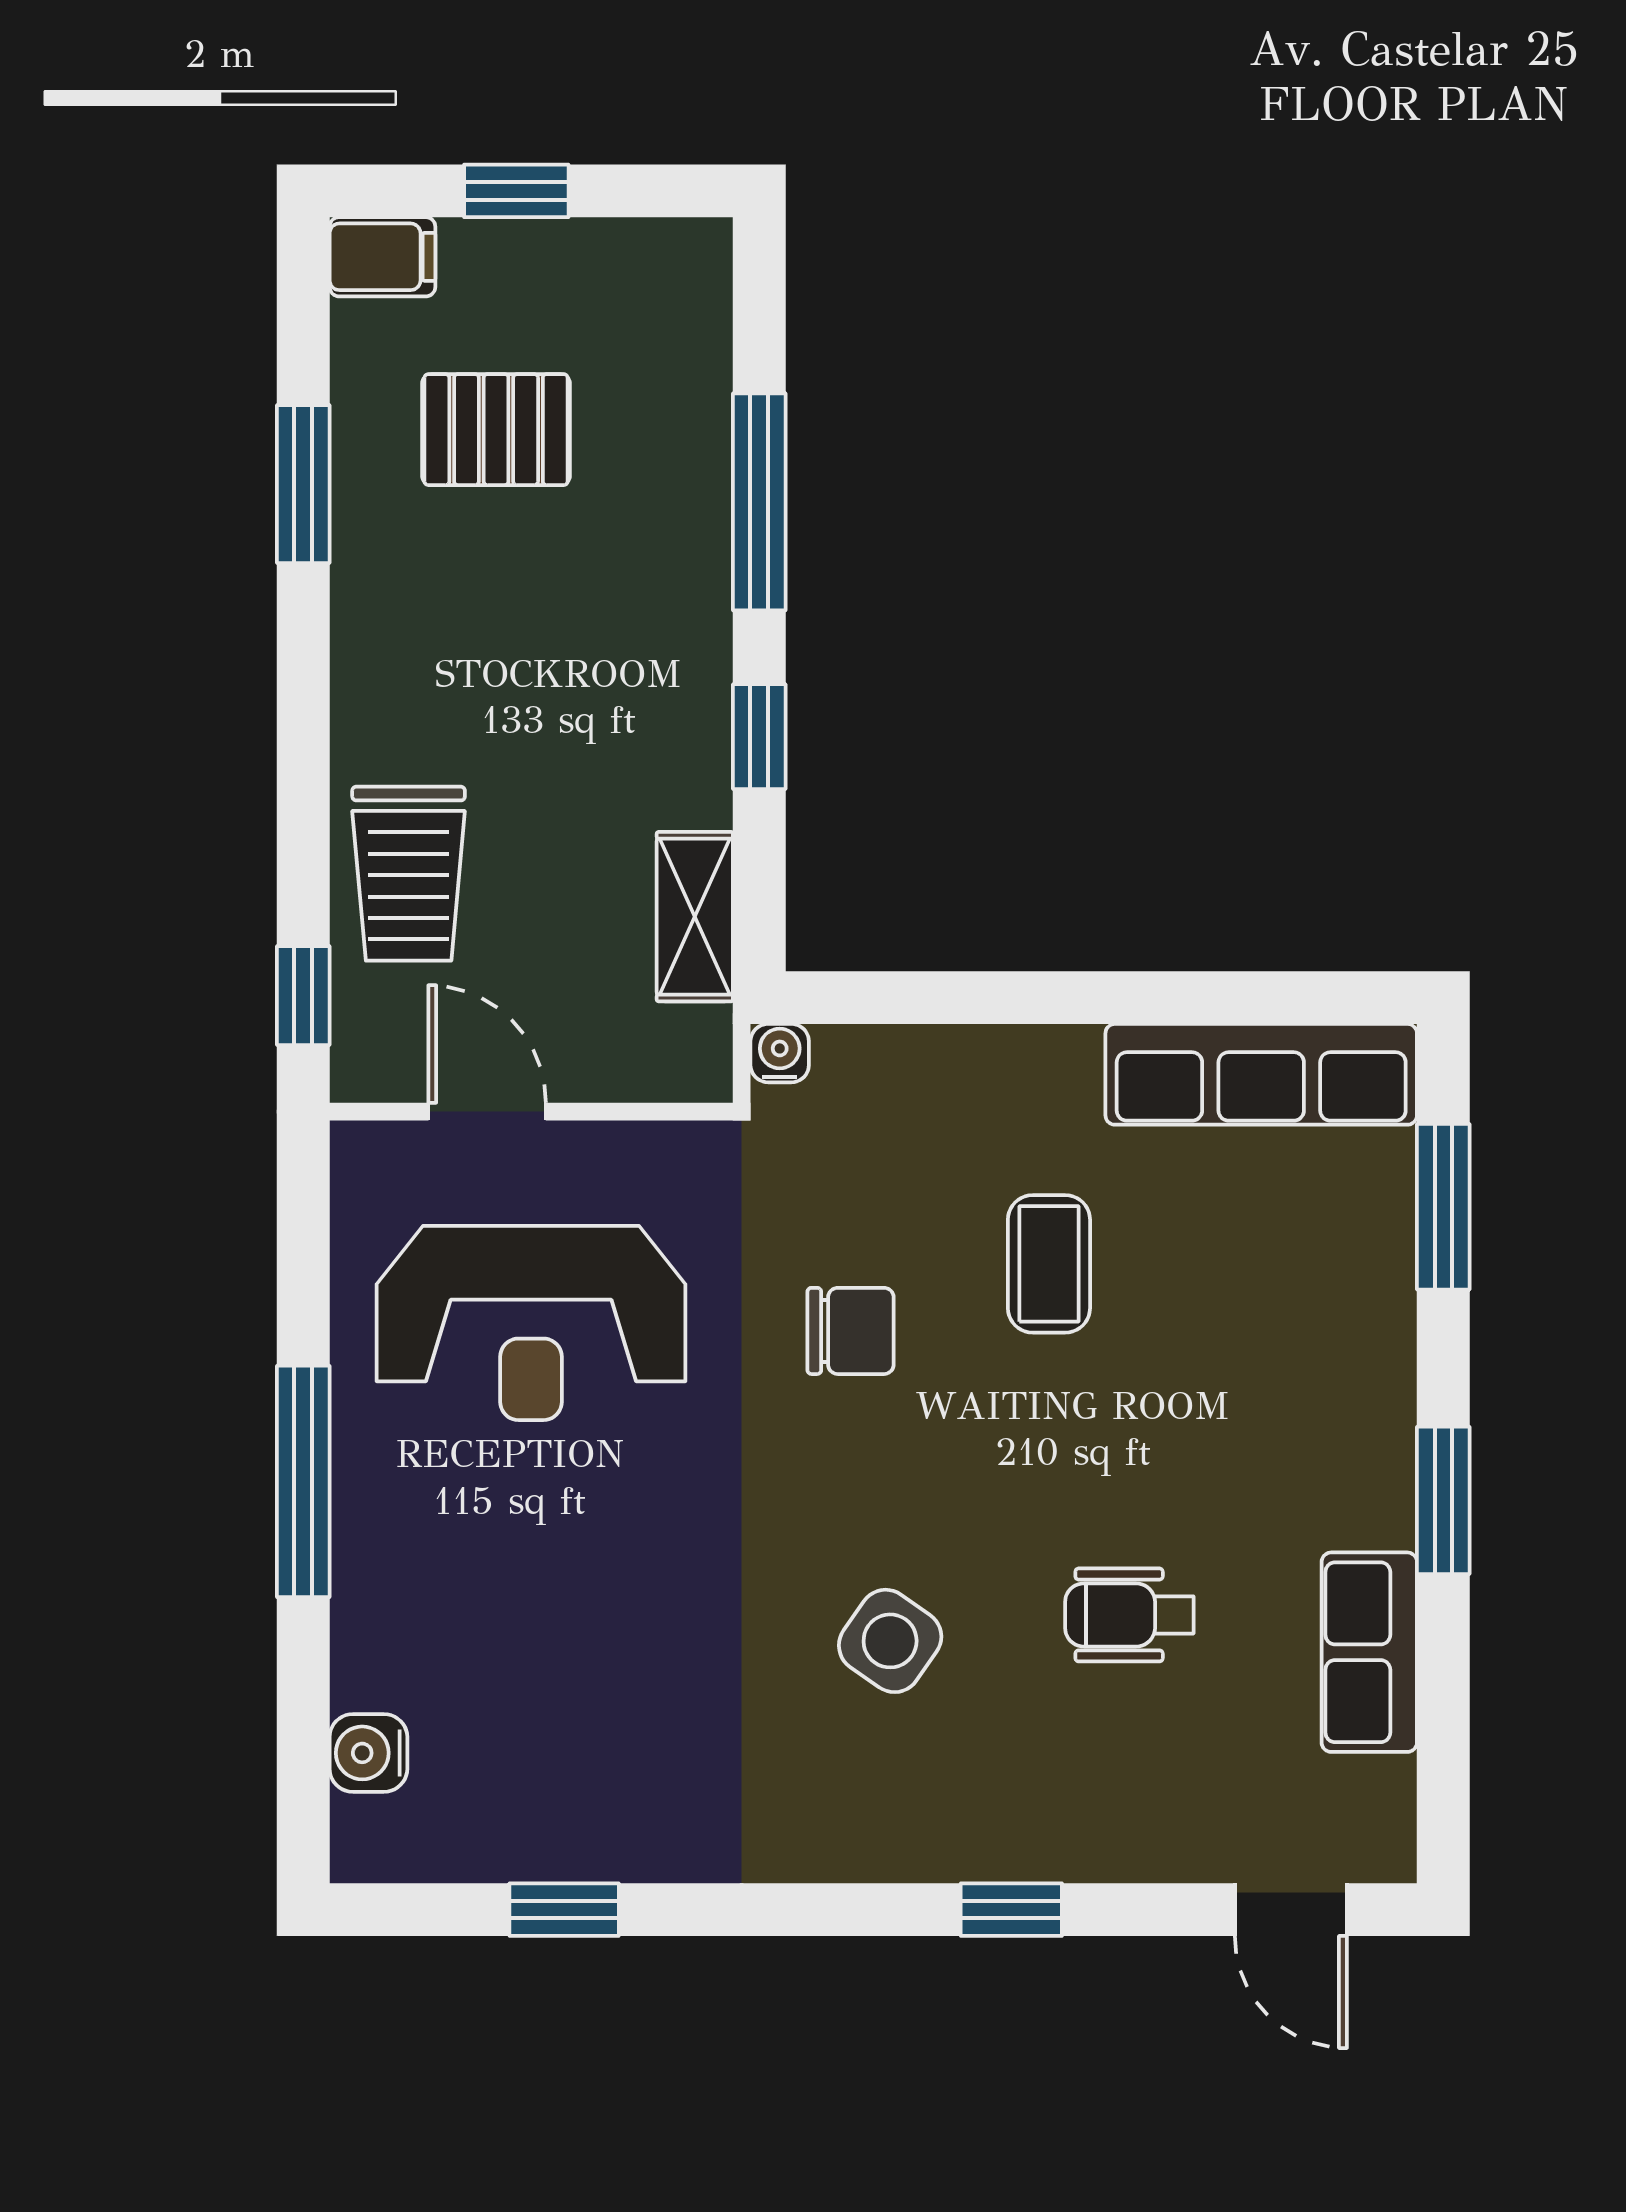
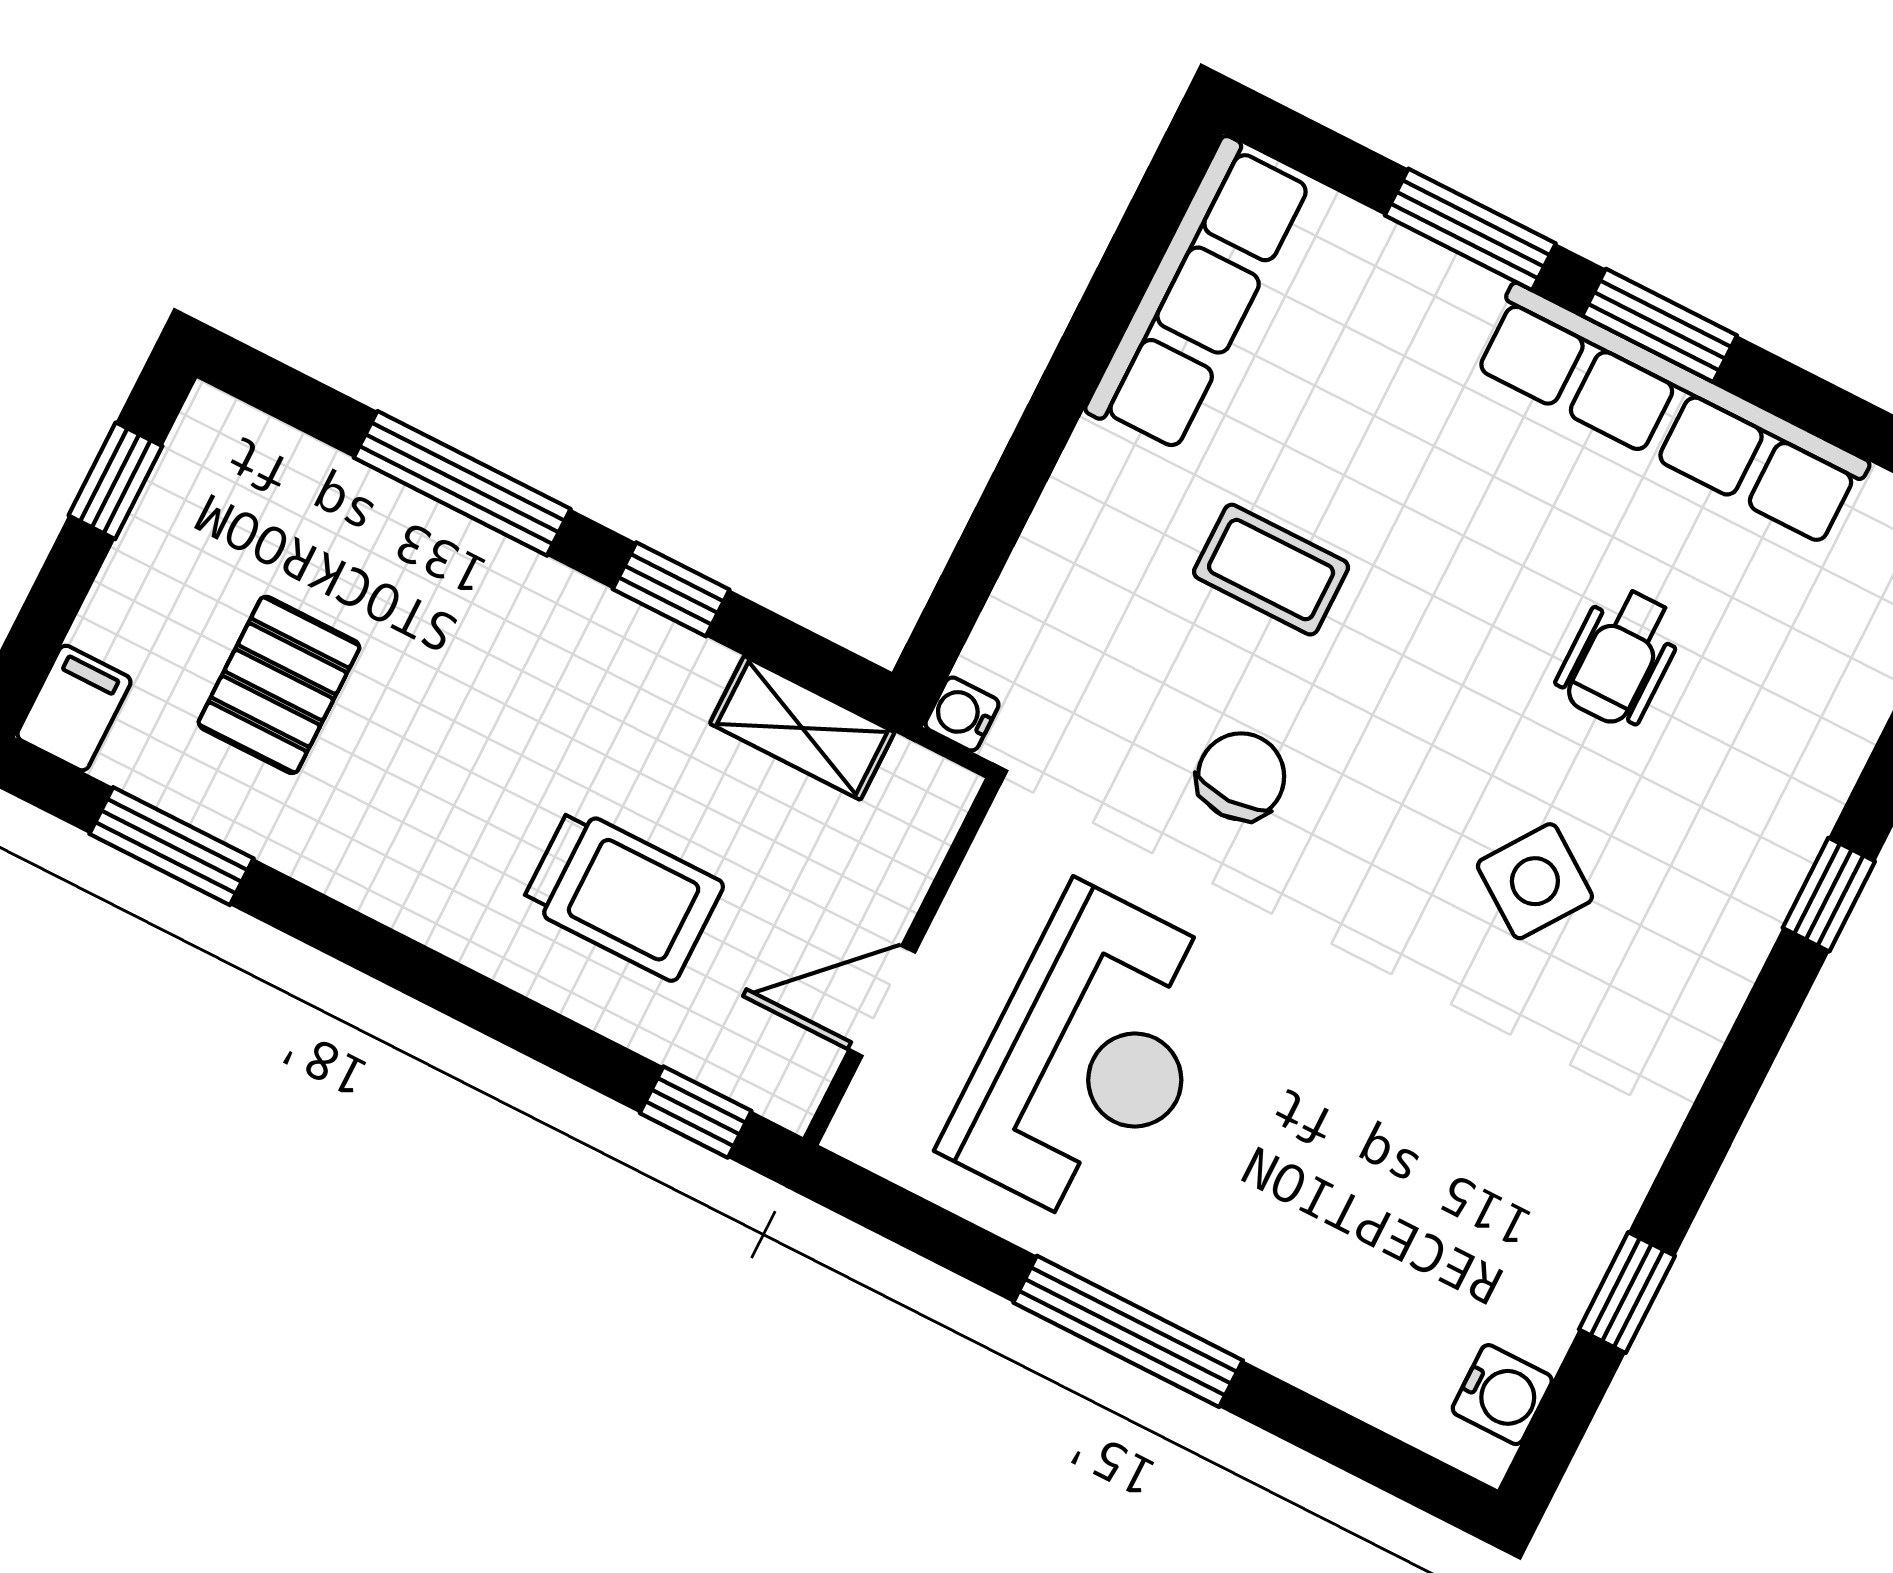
window: (516, 191) -> (115, 481), moved
window: (303, 484) -> (171, 846), moved
trolley: (409, 874) -> (623, 894), moved
window: (1443, 1207) -> (1470, 229), moved
row of seats: (1369, 1652) -> (1671, 414), width x2.02
water cooler: (368, 1753) -> (1502, 1395), moved, turned -90

